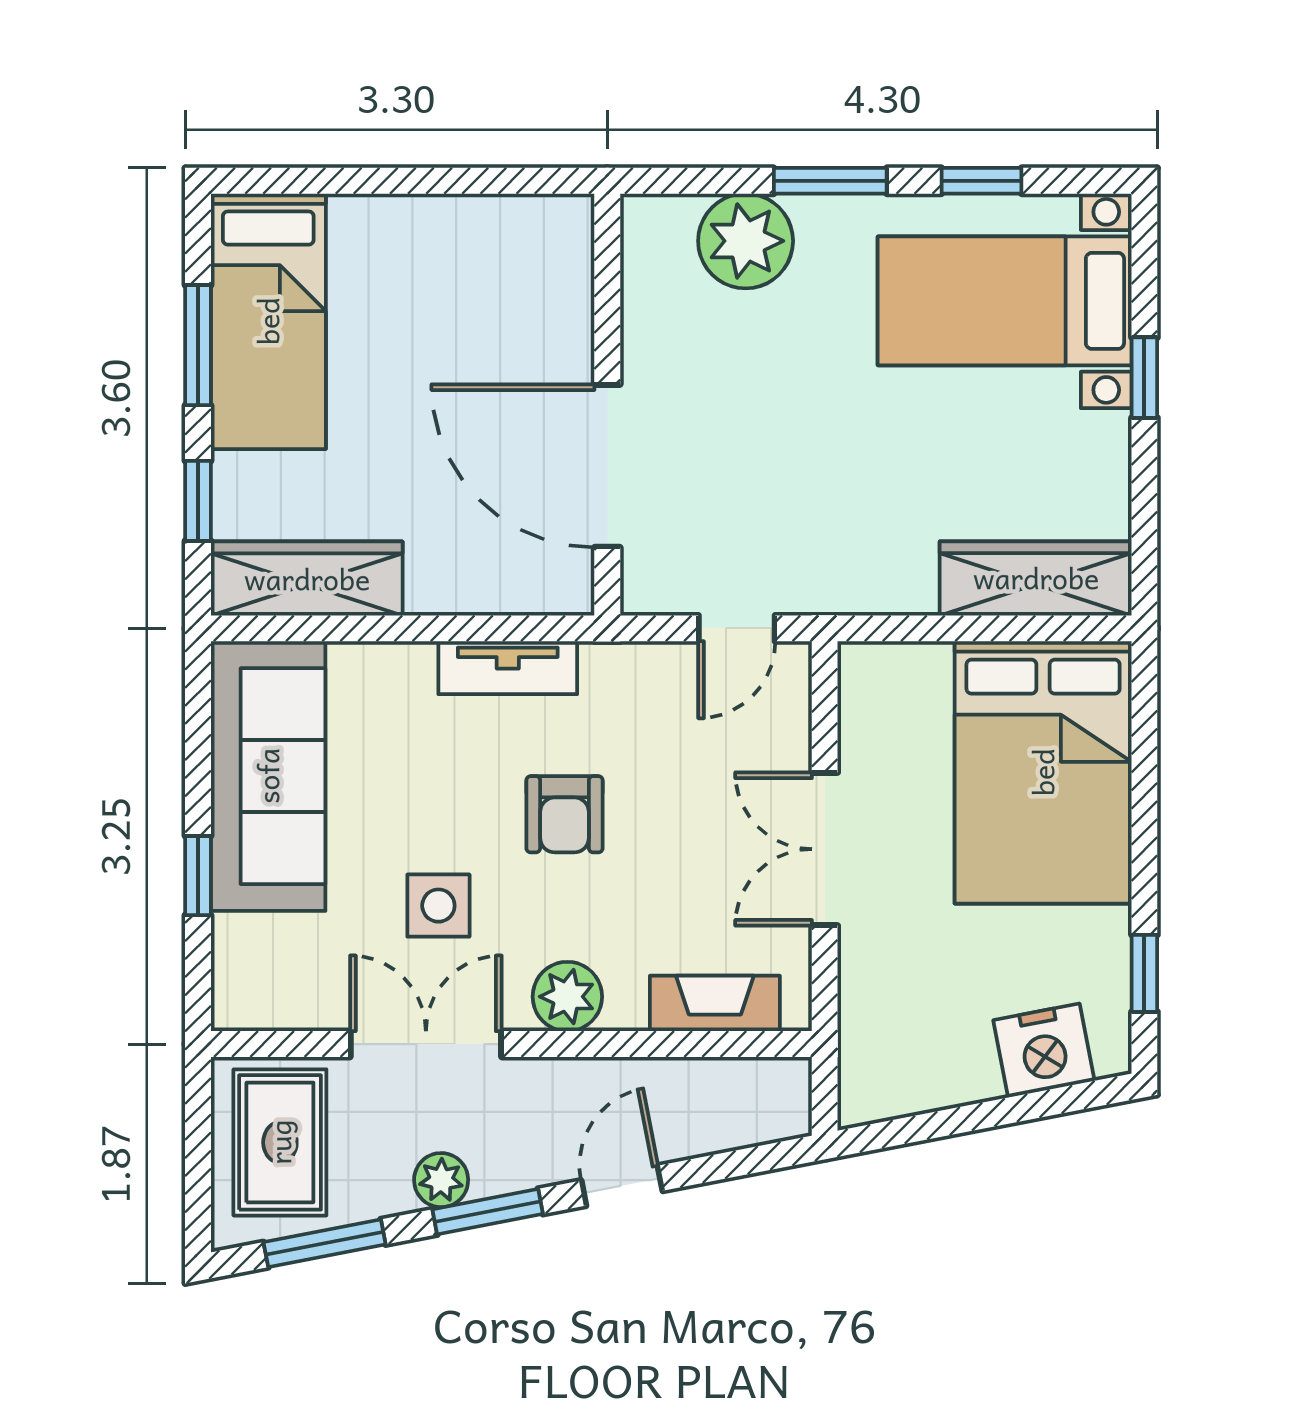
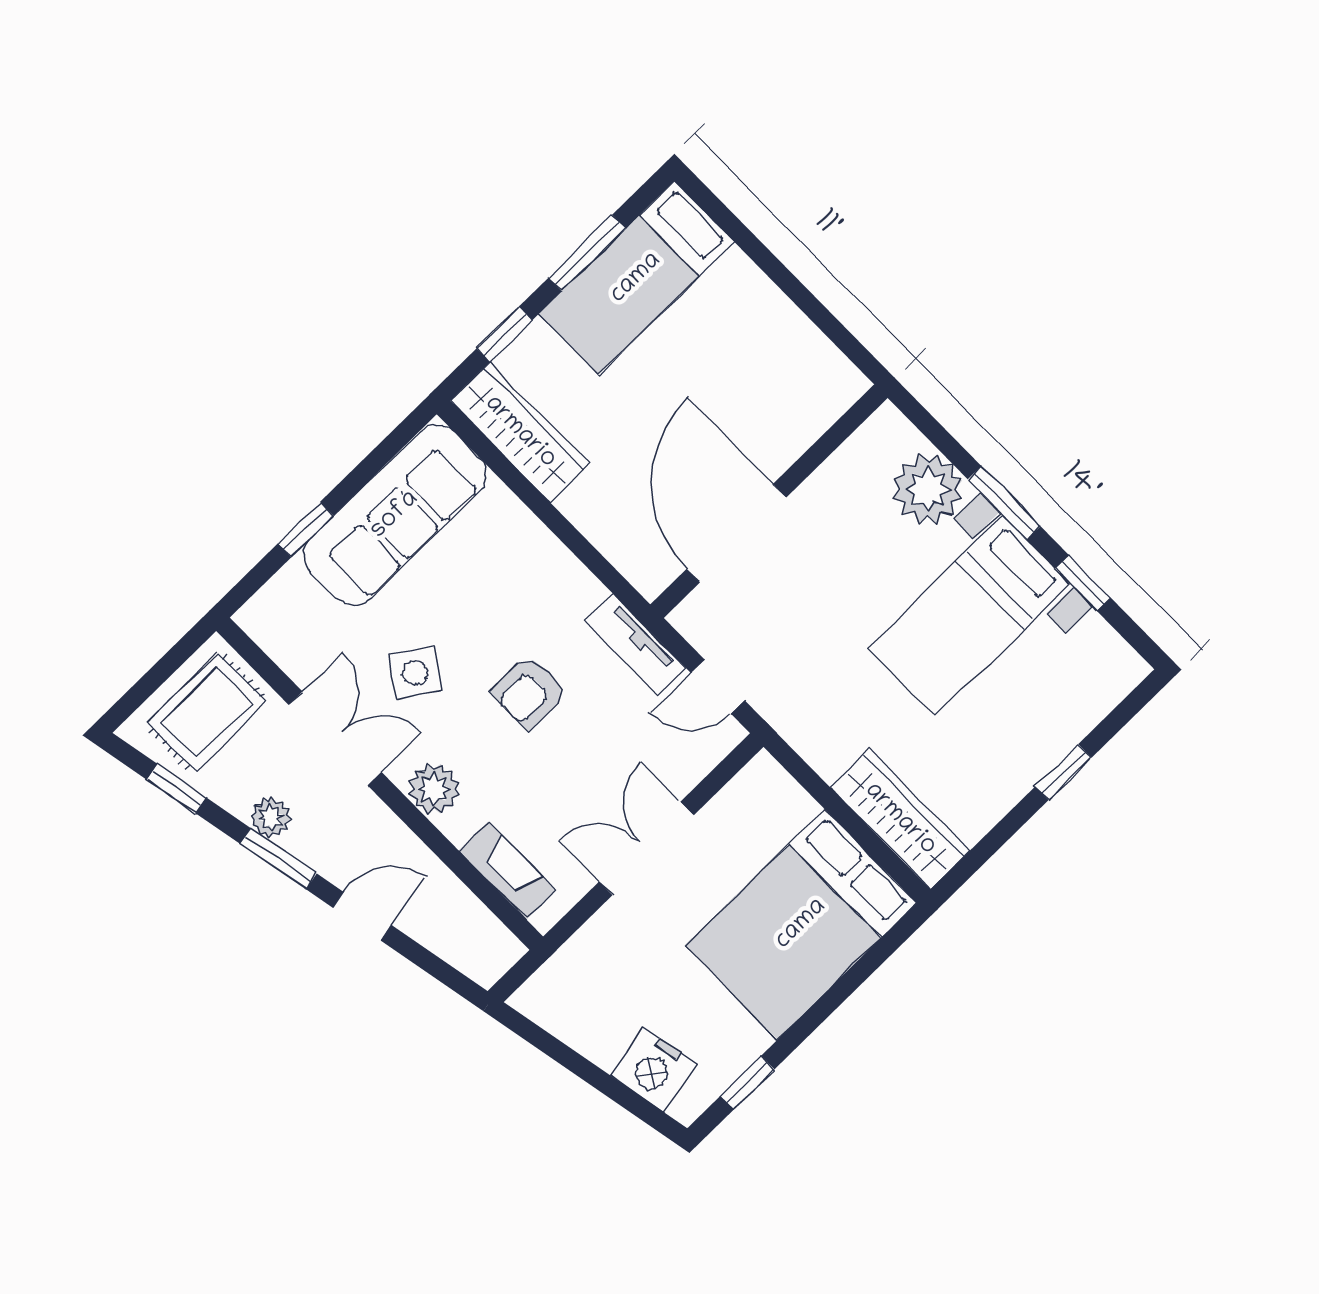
bed with nightstands: (1005, 301) -> (969, 616), moved, turned -90
tv unit: (508, 668) -> (635, 644), moved
side table: (438, 906) -> (415, 673), turned 34
window: (325, 1243) -> (176, 789), width x0.67

